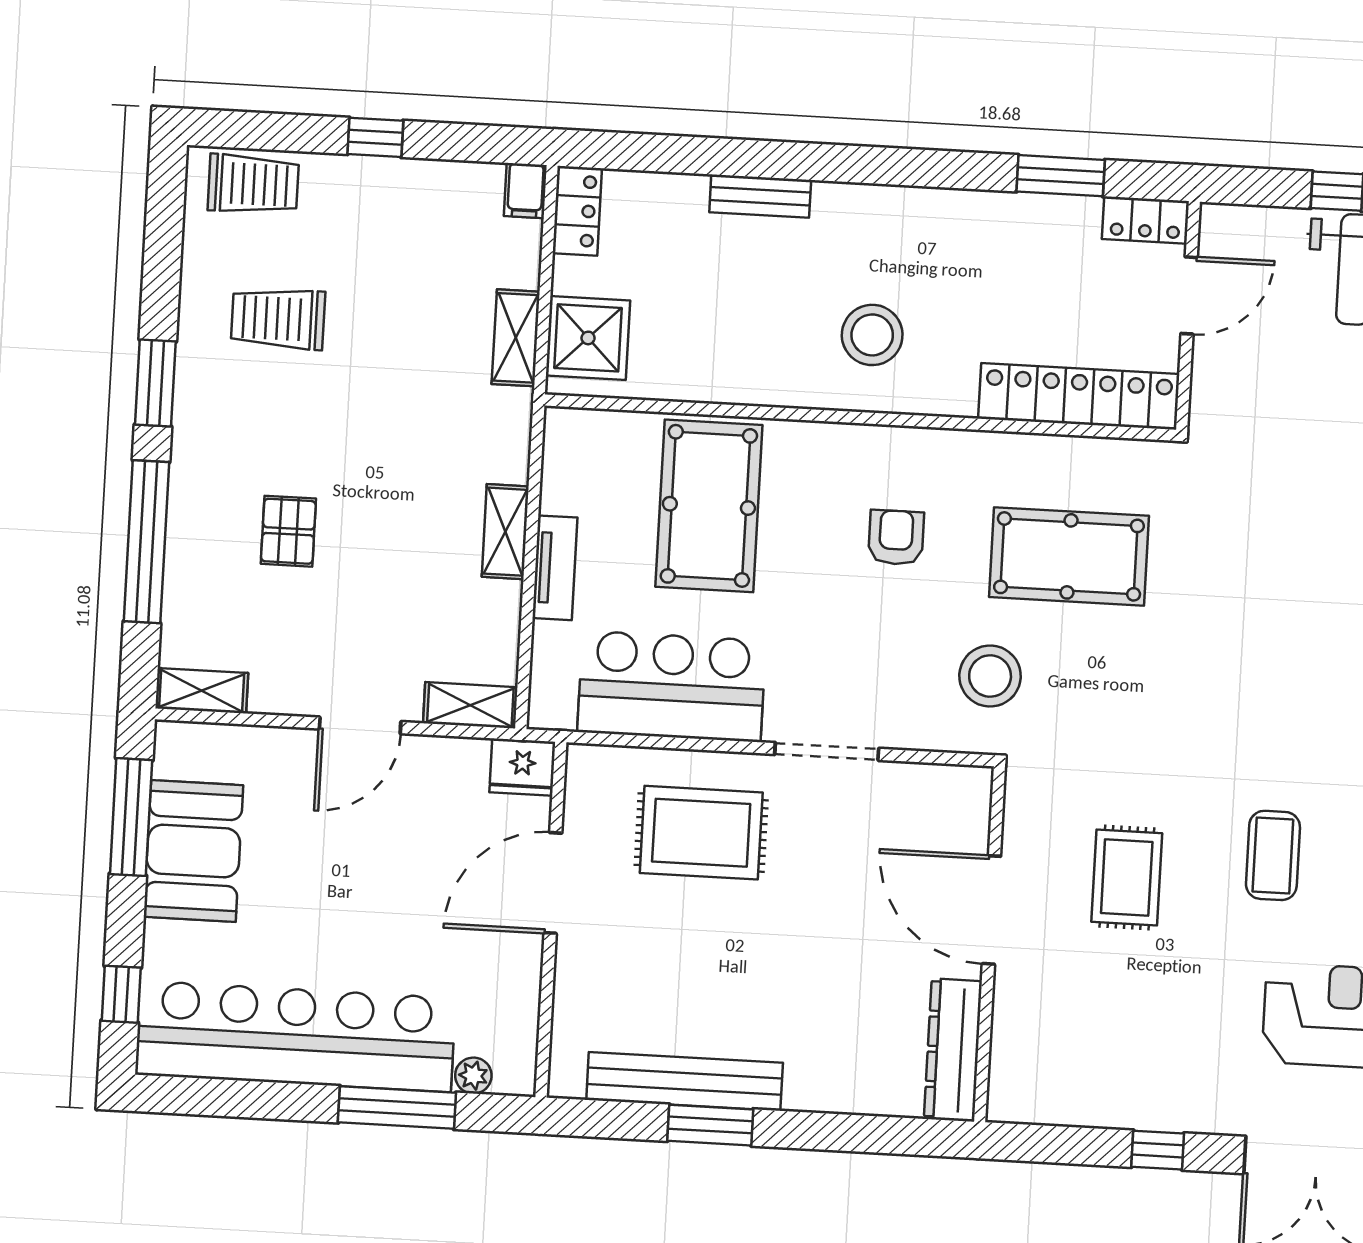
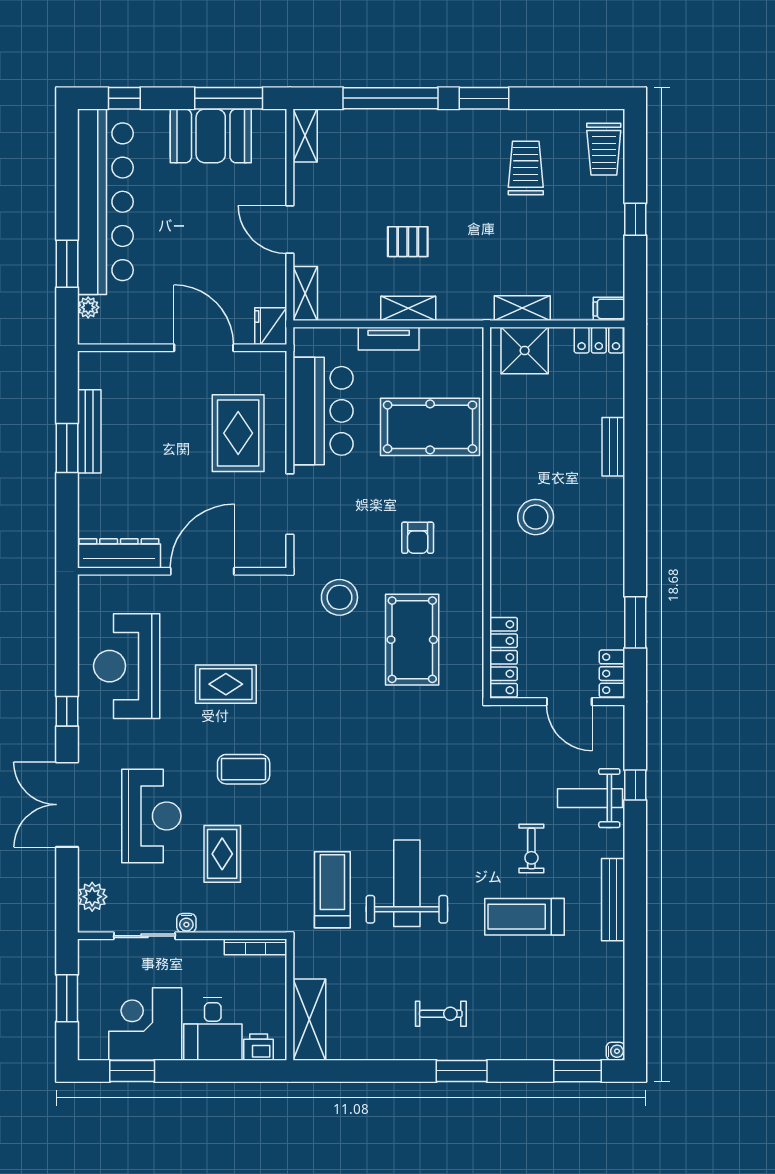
locker: (1079, 396) -> (504, 657), width x0.71, depth x0.83
pallet: (288, 531) -> (408, 242), moved
armchair: (896, 537) -> (418, 538), turned 90
door: (991, 910) -> (202, 571), moved
wall: (990, 944) -> (182, 571), moved
reception desk: (1087, 1044) -> (127, 666), added
dresser: (953, 1050) -> (119, 553), moved
bench: (685, 1081) -> (89, 431), width x0.73, depth x0.82
window: (397, 1108) -> (67, 264), width x0.69

